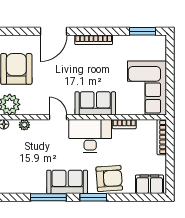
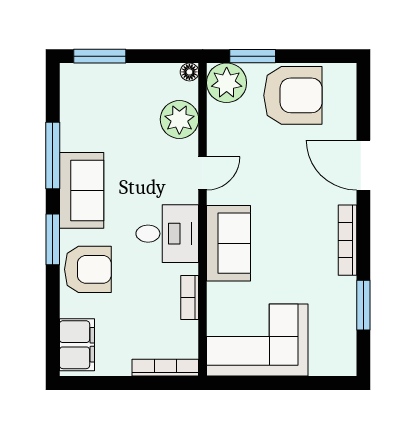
window: (142, 31) -> (363, 305), moved
plant: (24, 125) -> (179, 119), width x1.87, depth x1.87
desk: (90, 136) -> (167, 234), width x0.73
armchair: (109, 179) -> (88, 269), turned -86

